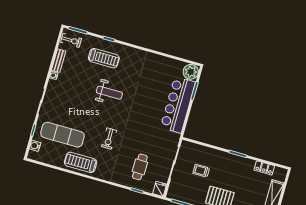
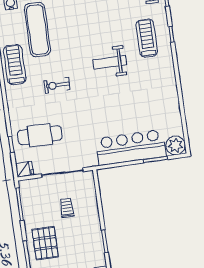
treadmill: (104, 58) -> (147, 38), turned 180
weight bench: (109, 93) -> (110, 62), turned 90
cafe table: (140, 167) -> (40, 135), width x1.37, depth x1.35

